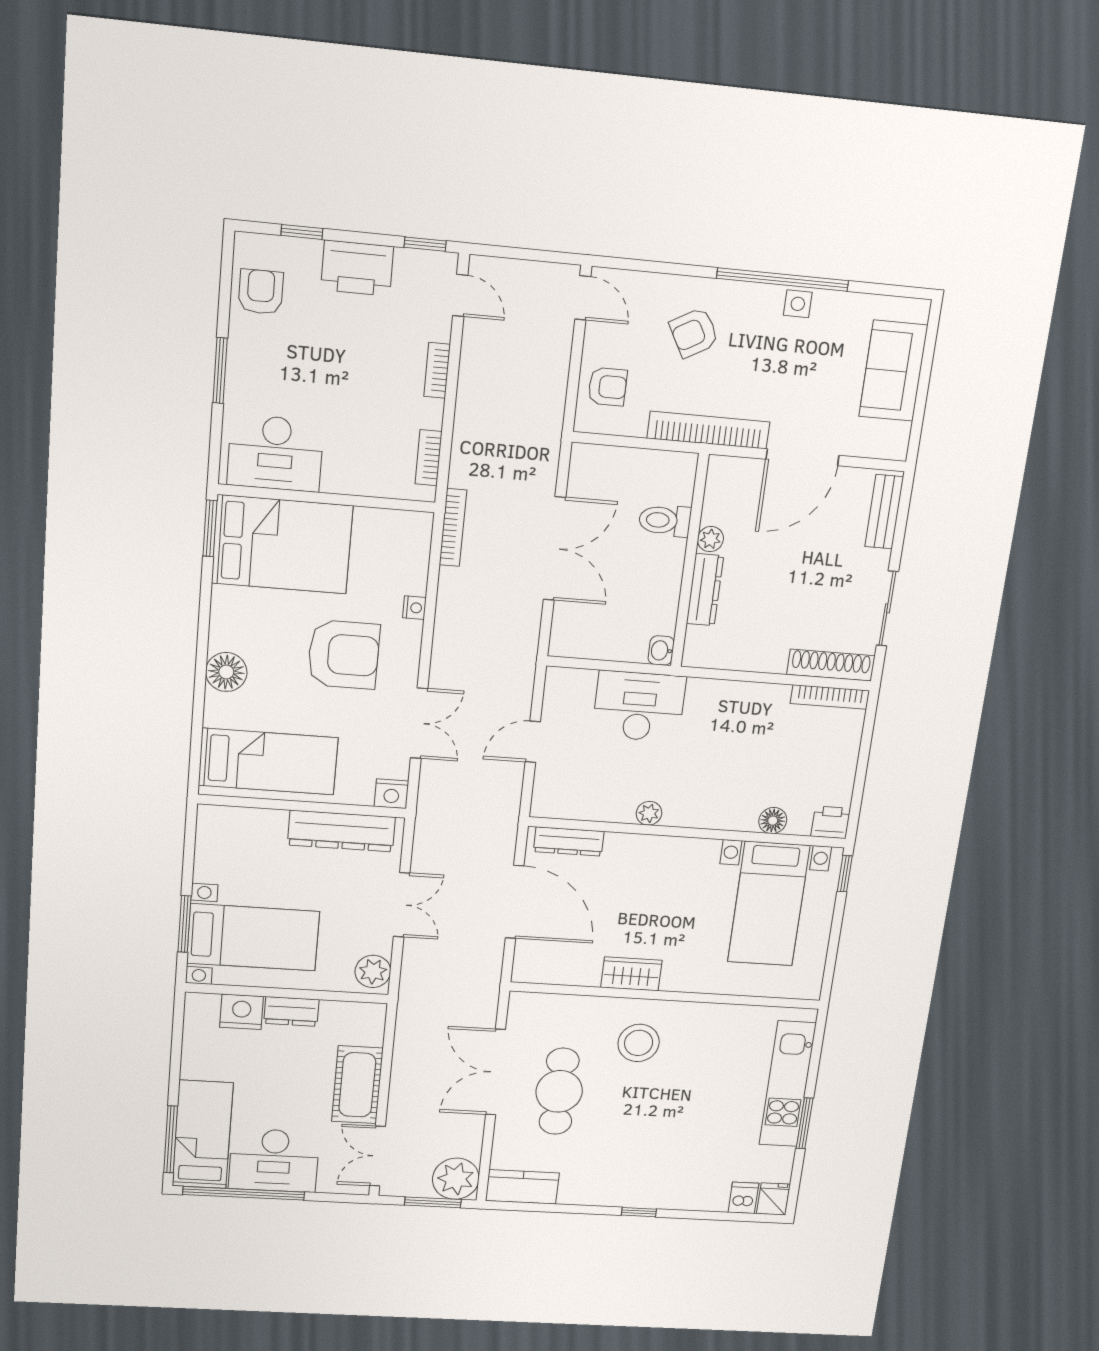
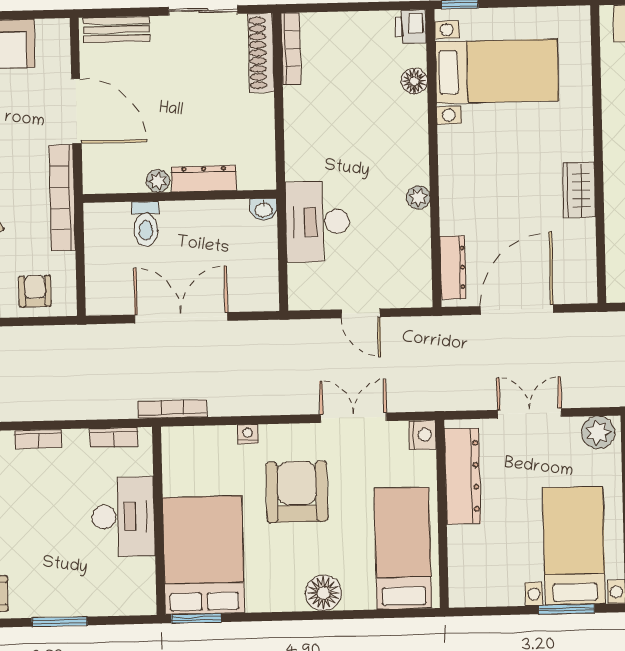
desk: (275, 453) -> (123, 517), moved

